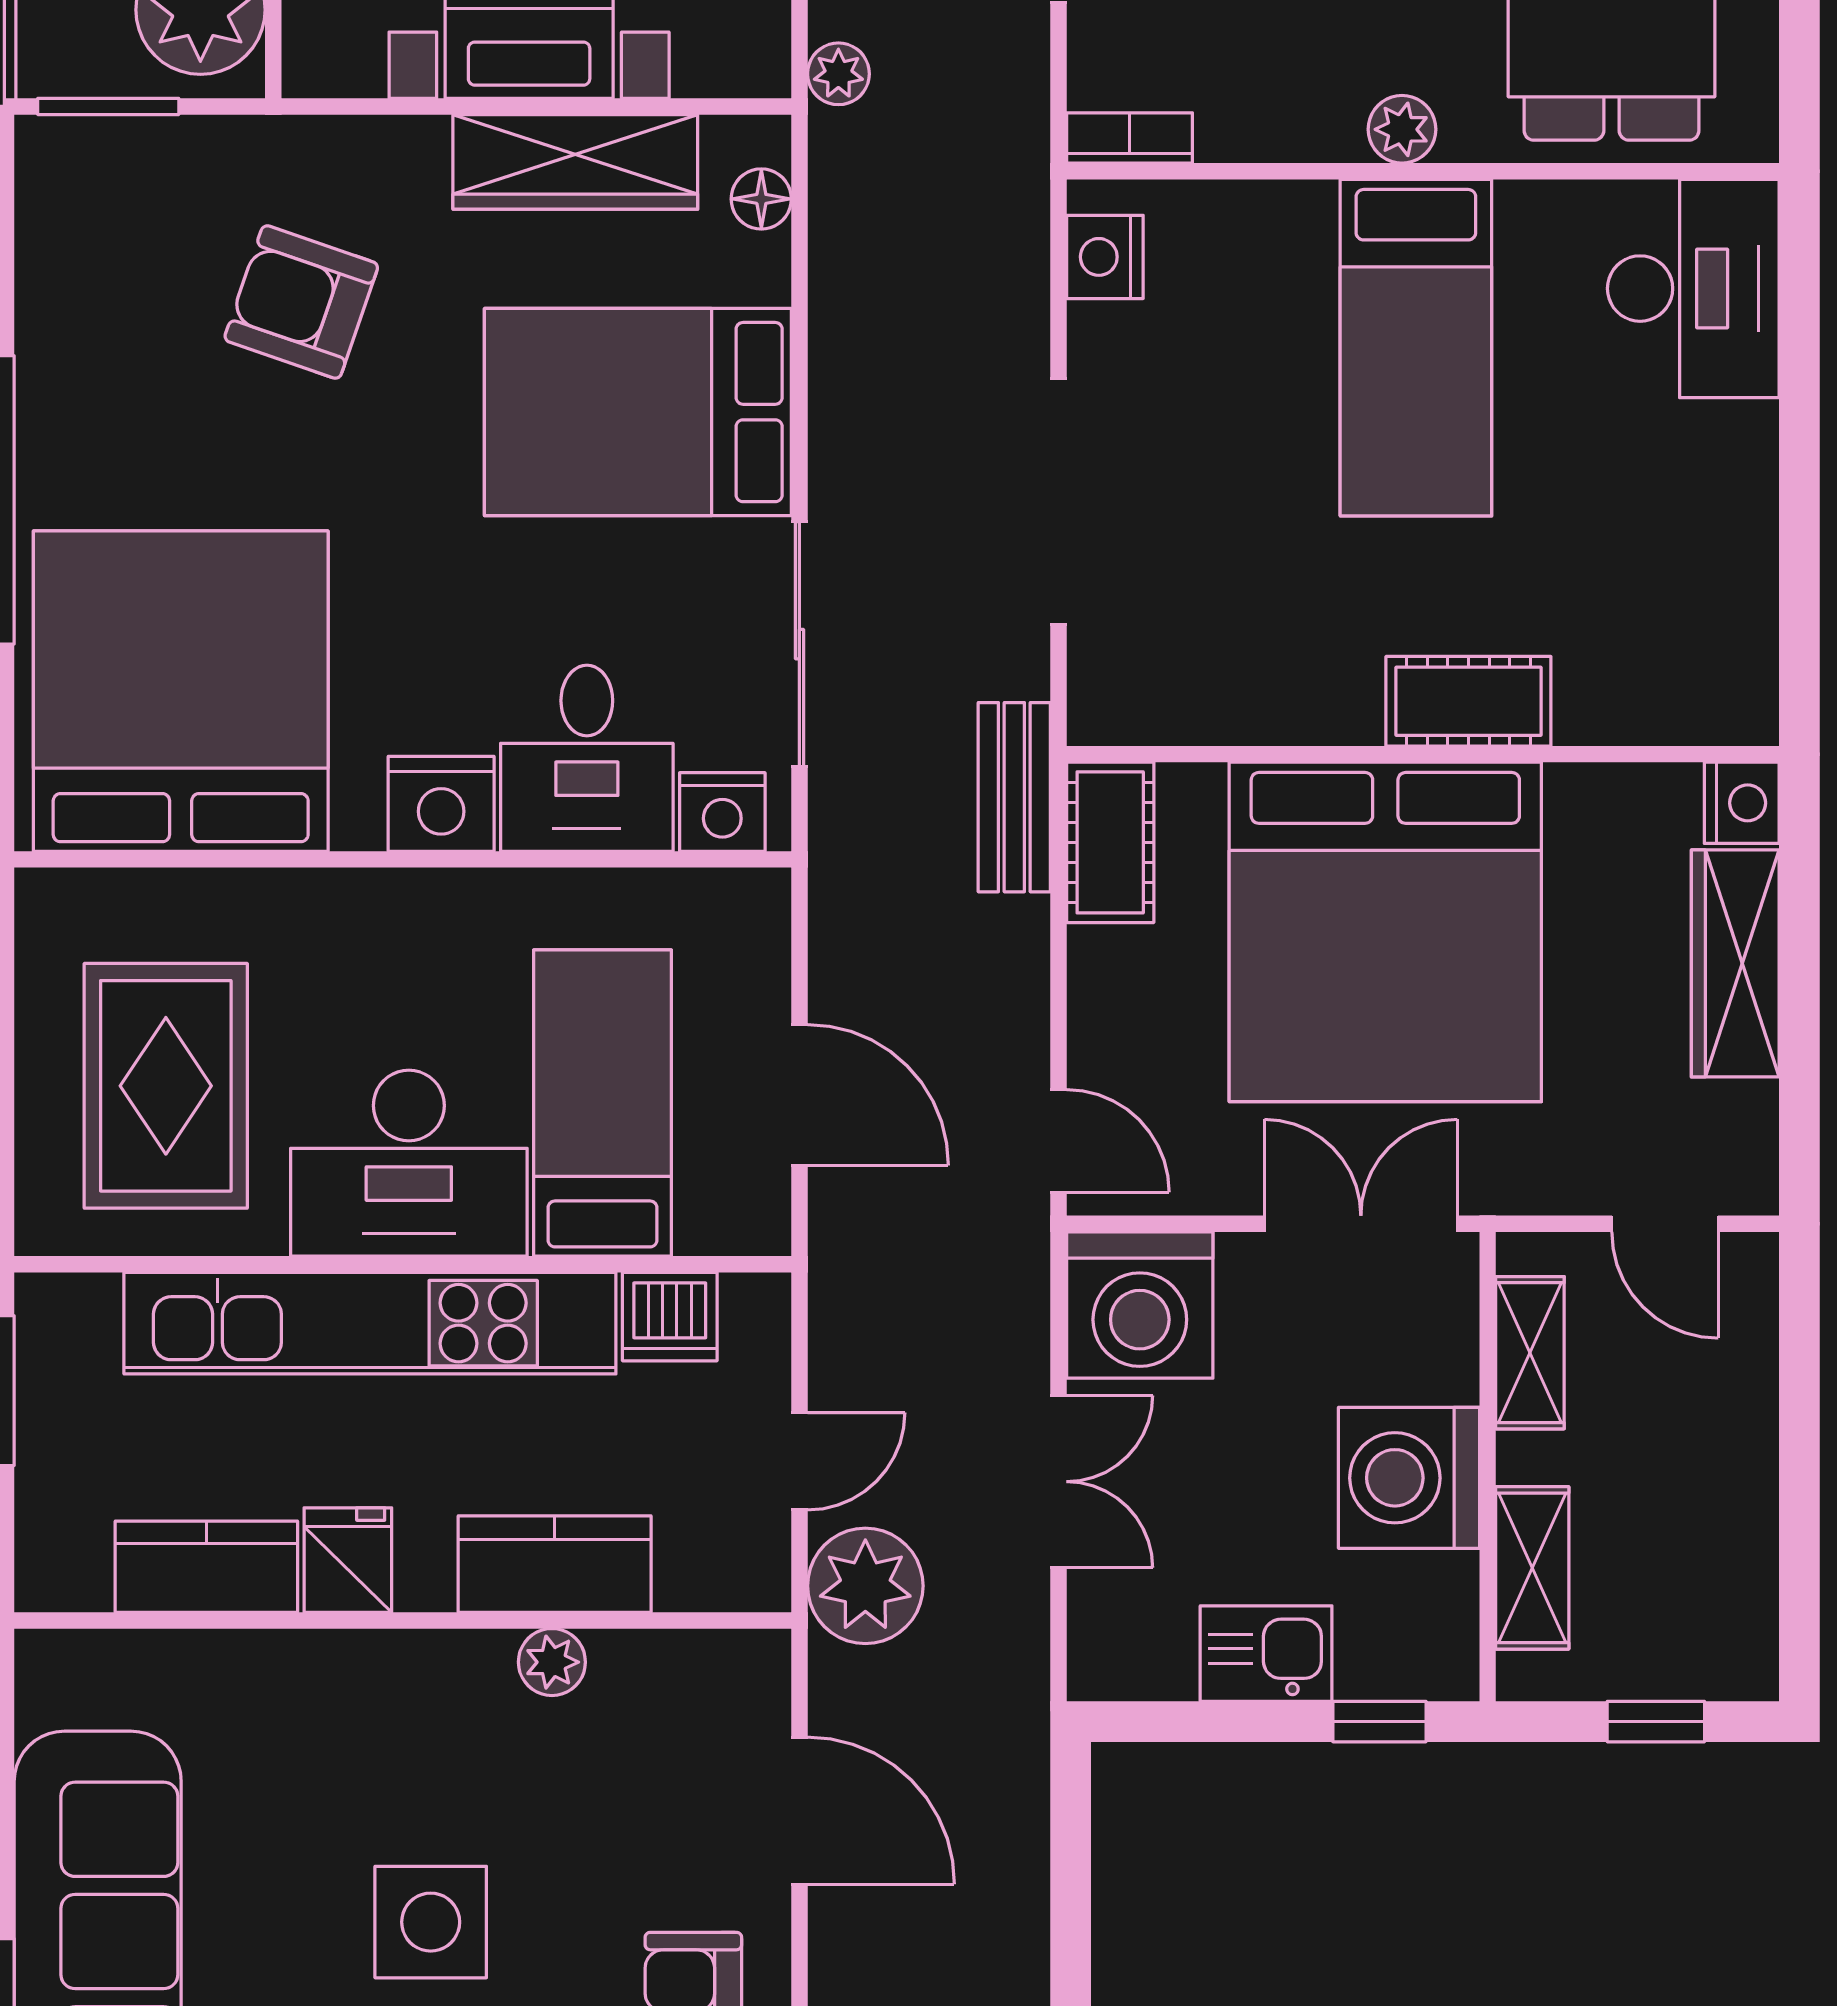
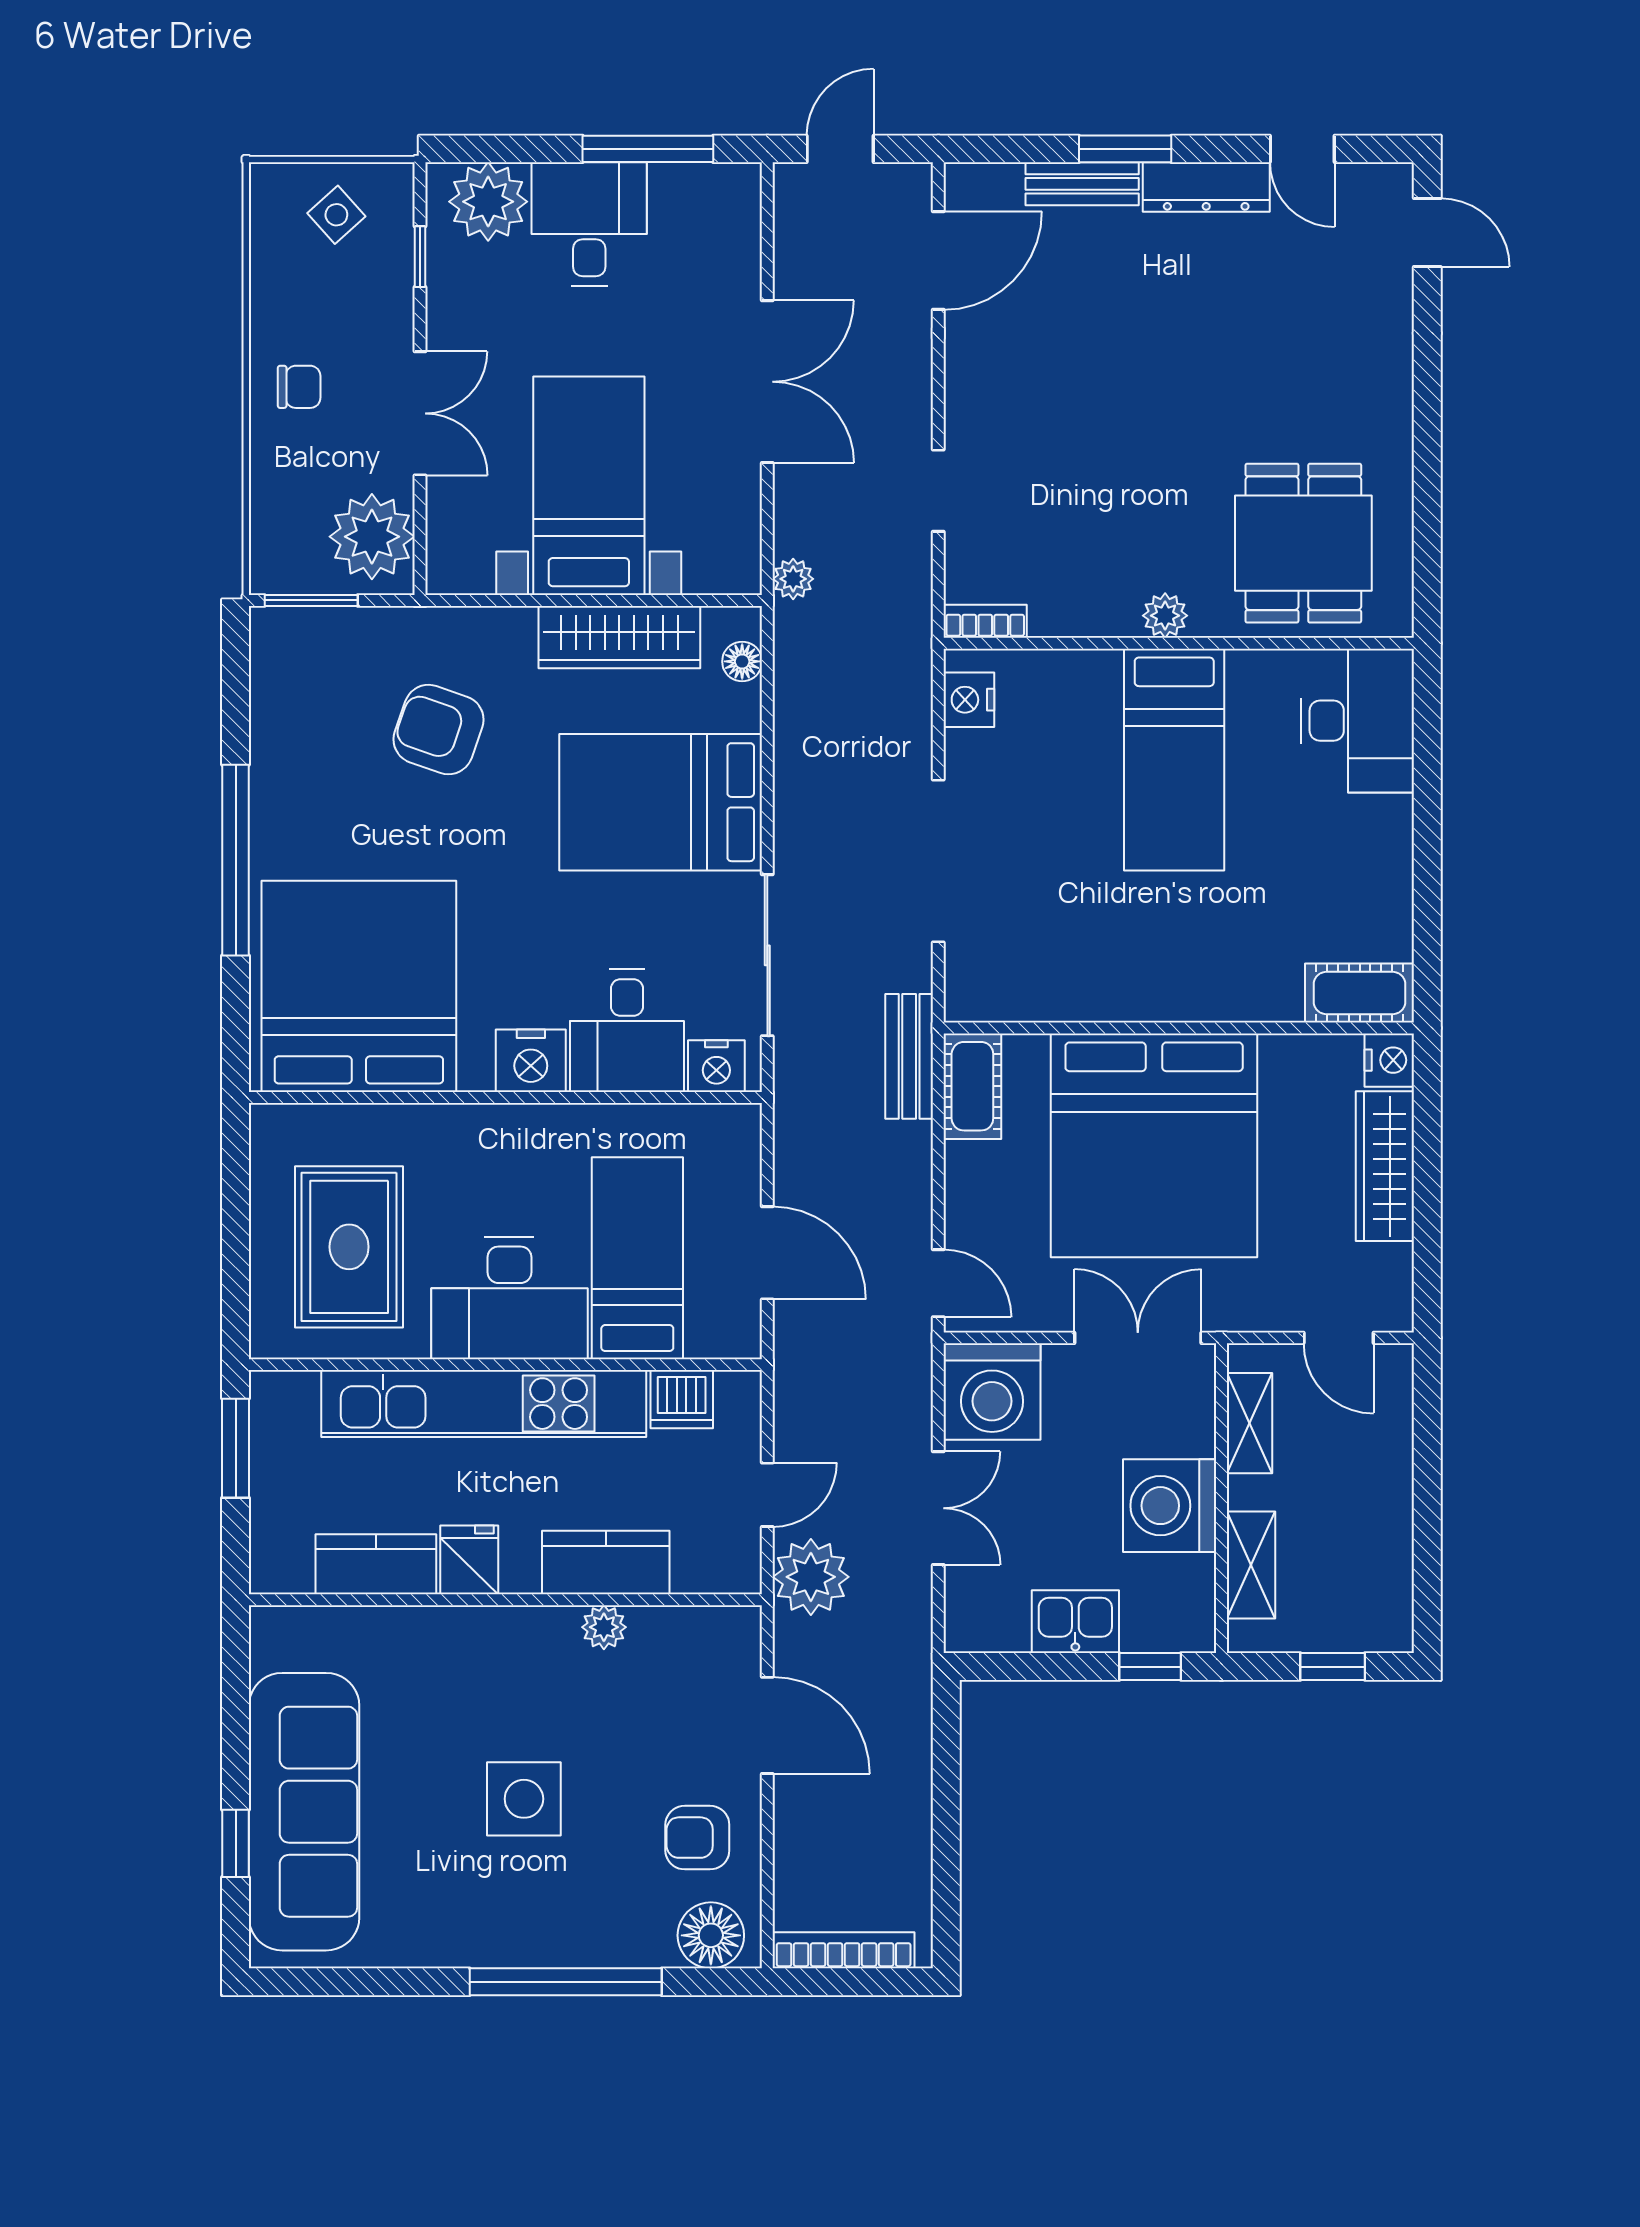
cot: (1468, 701) -> (1360, 993), moved

